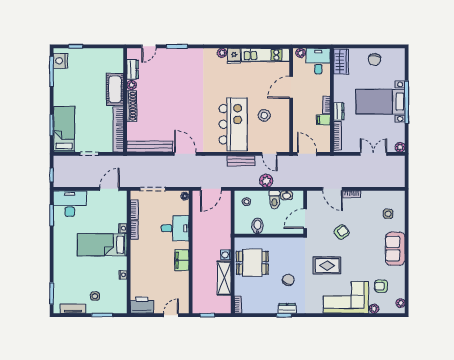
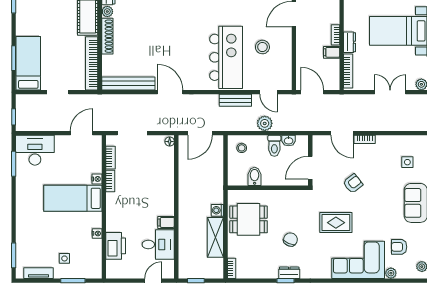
desk: (175, 228) -> (158, 245), moved
filing cabinet: (182, 260) -> (166, 222), width x0.50
printer: (142, 305) -> (116, 246), moved, turned 90

